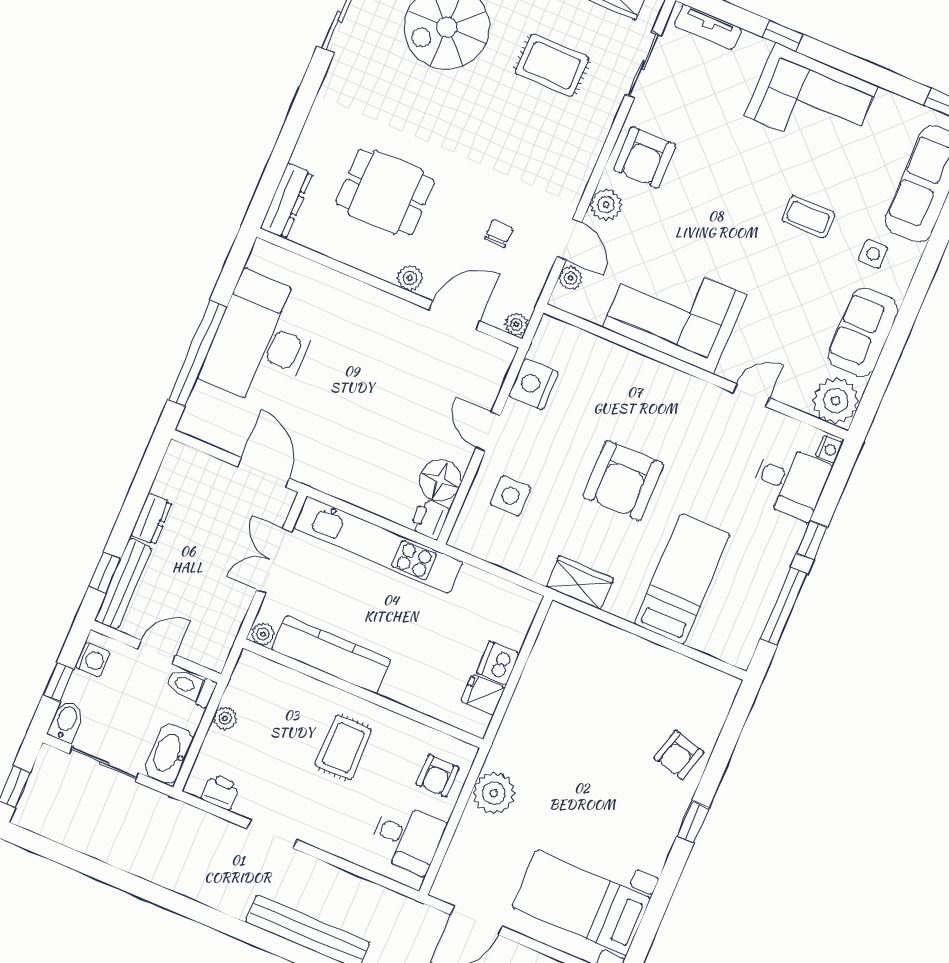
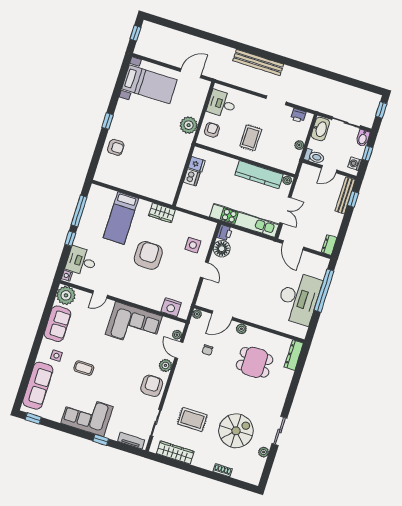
nightstand: (533, 384) -> (171, 307), moved, turned 90
dresser: (151, 519) -> (329, 245), moved
armchair: (679, 755) -> (116, 147), turned 75

